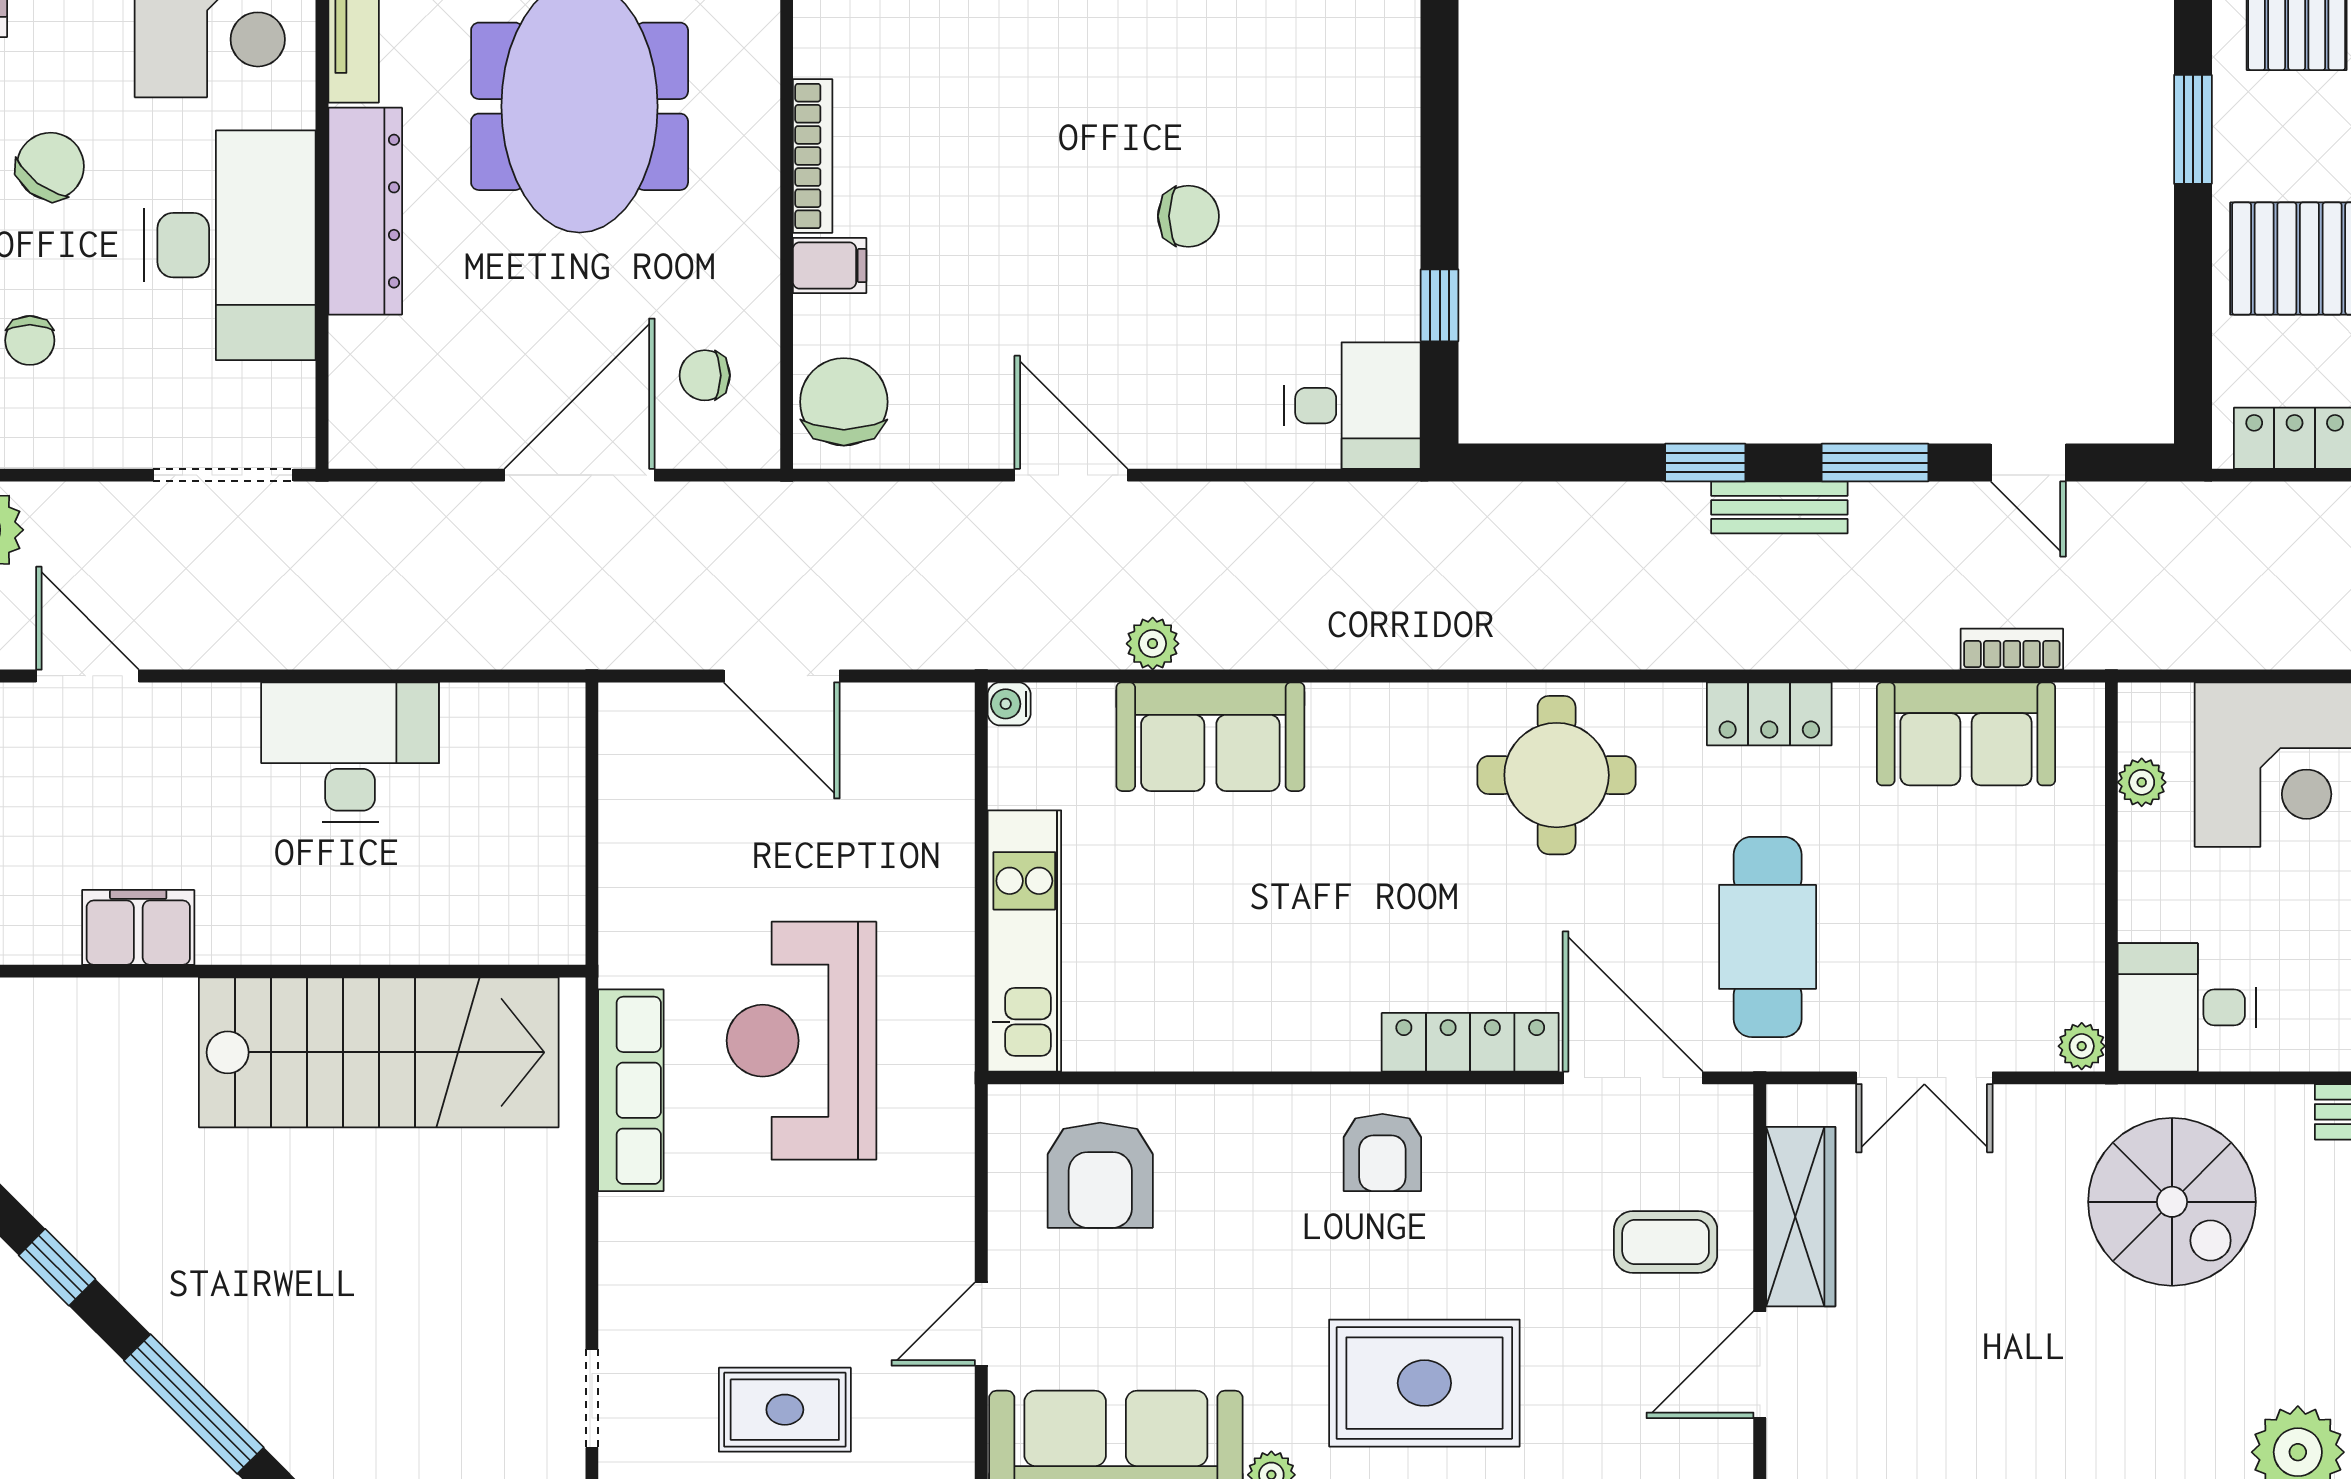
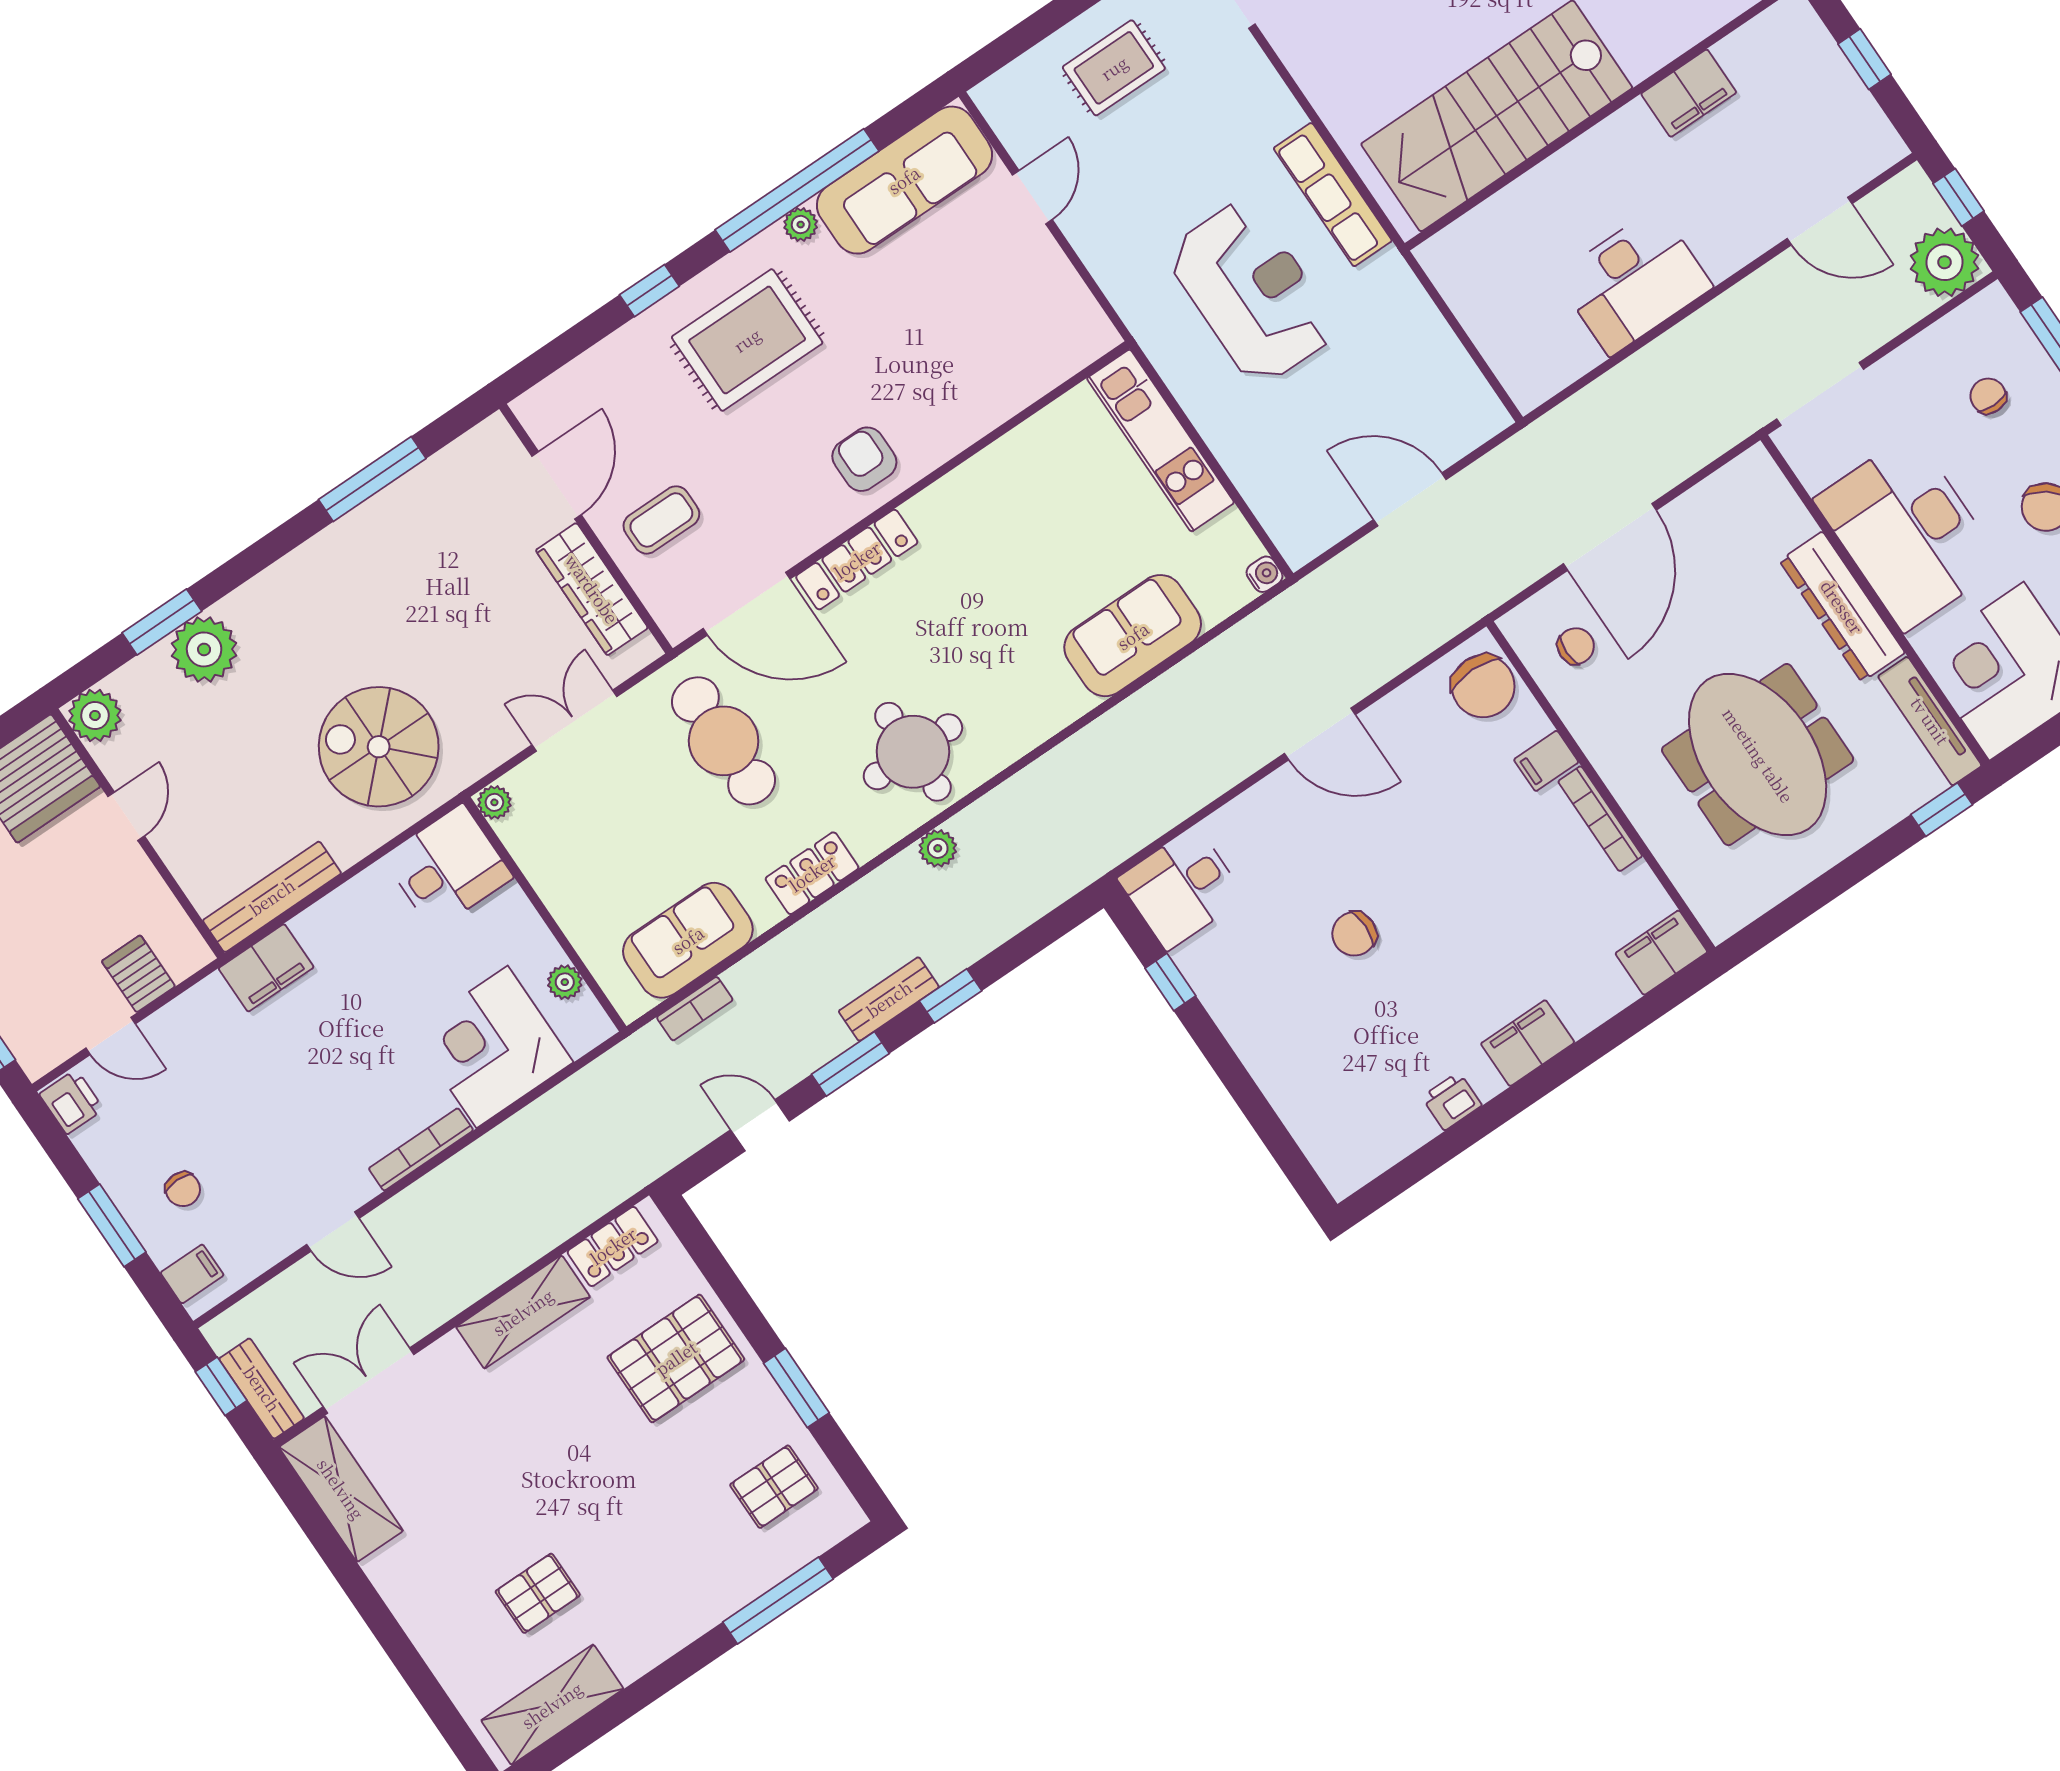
plant: (1153, 644) -> (938, 848), moved
armchair: (1100, 1175) -> (1022, 333), removed

